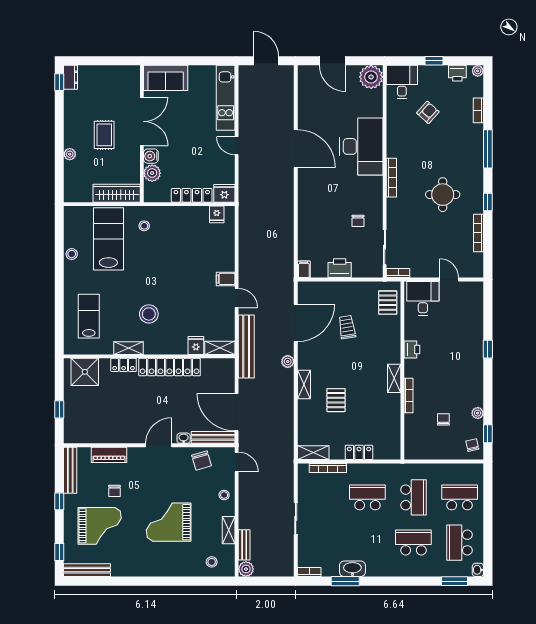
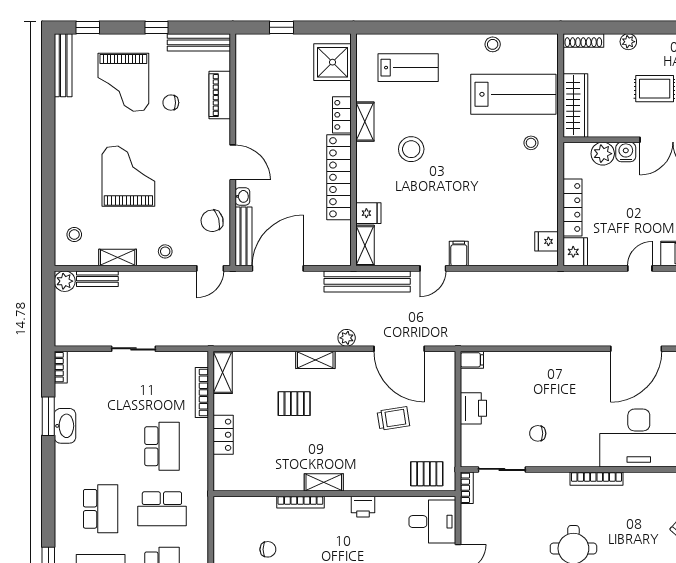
shoe rack: (69, 187) -> (583, 40), added

